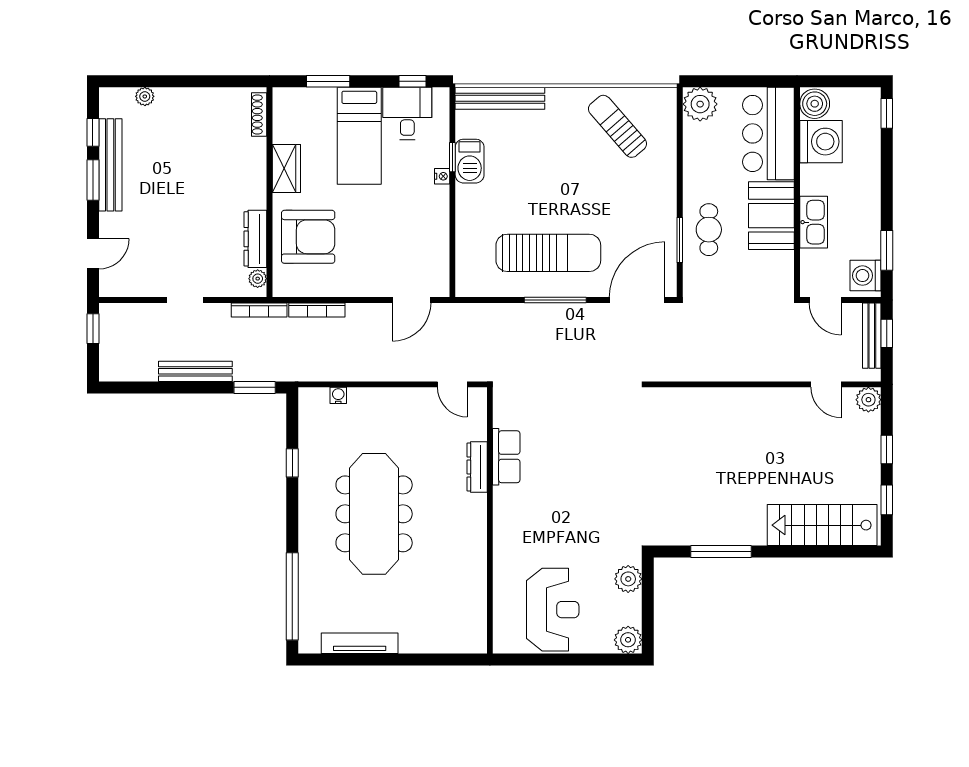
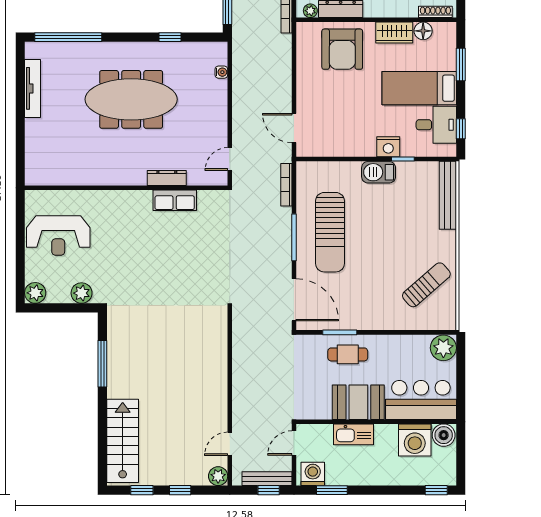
floor lamp: (284, 131) -> (423, 31), added
barbecue: (470, 161) -> (379, 172), moved
nightstand: (442, 176) -> (388, 147), width x1.89, depth x1.79
bookcase: (317, 310) -> (286, 185), moved

